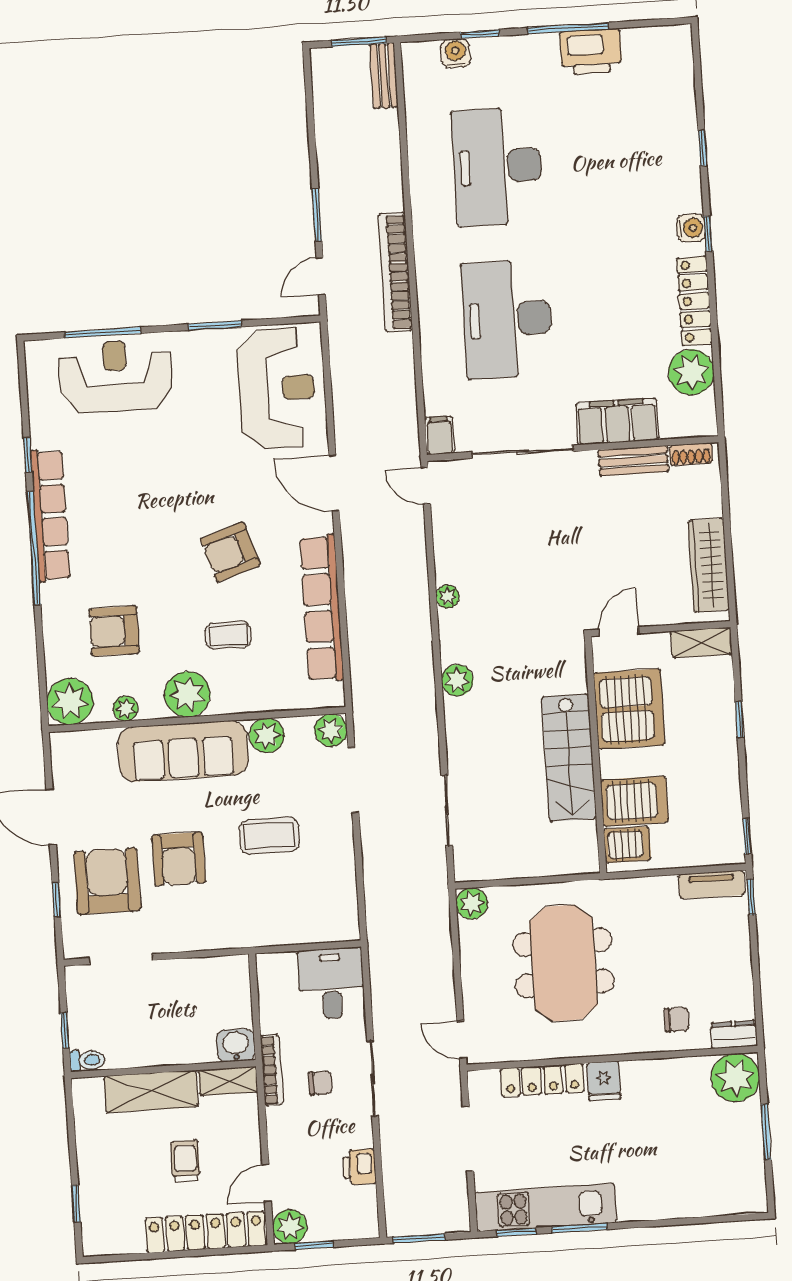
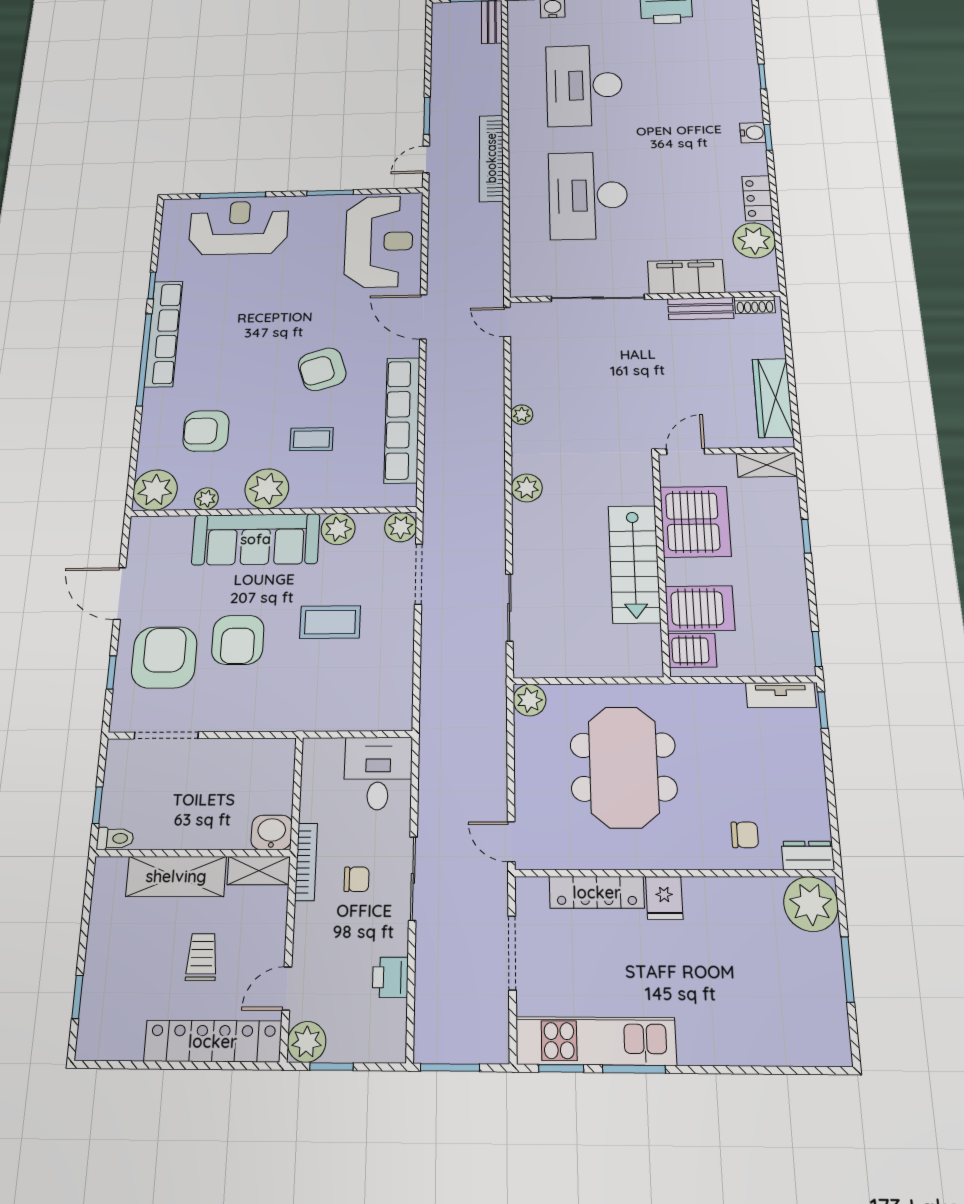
locker: (694, 301) -> (757, 198), width x0.66
filing cabinet: (440, 435) -> (522, 282), removed

